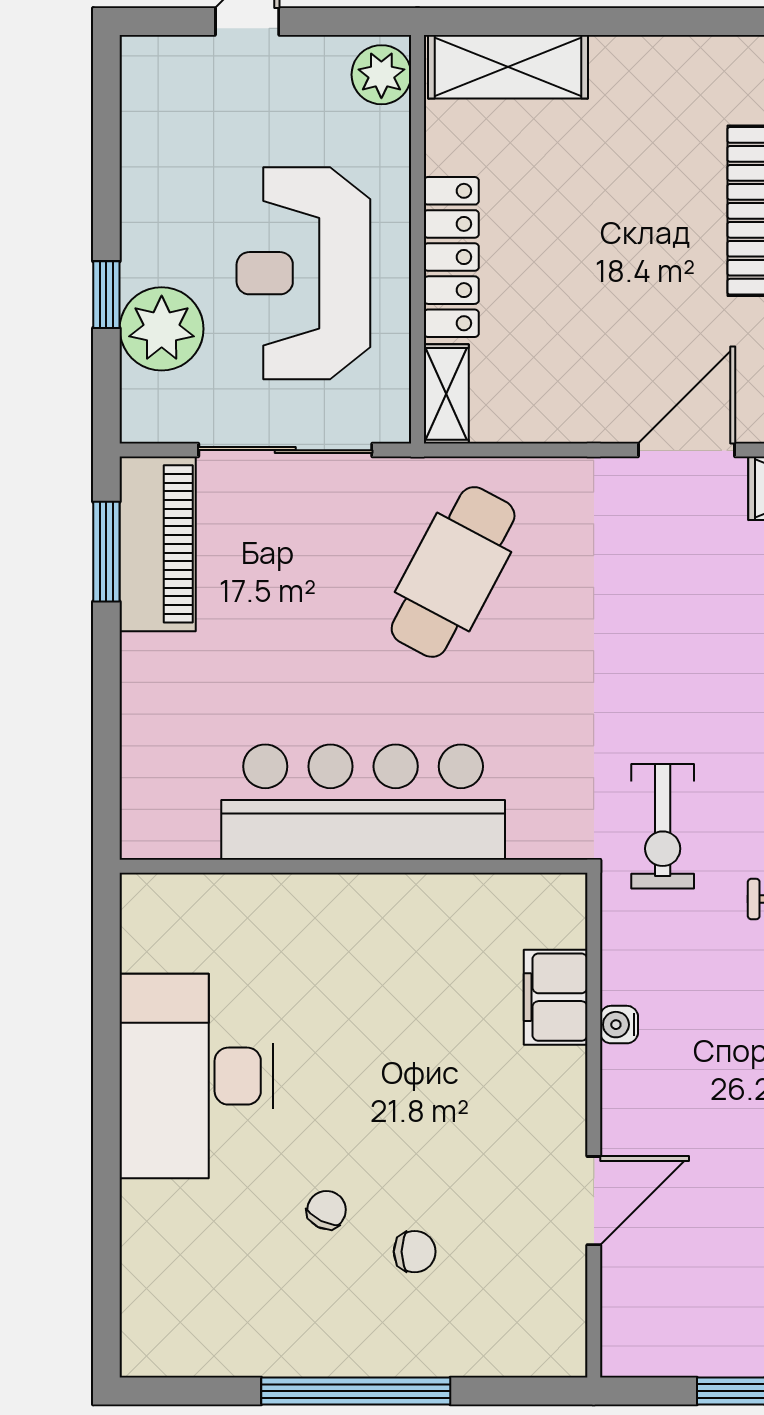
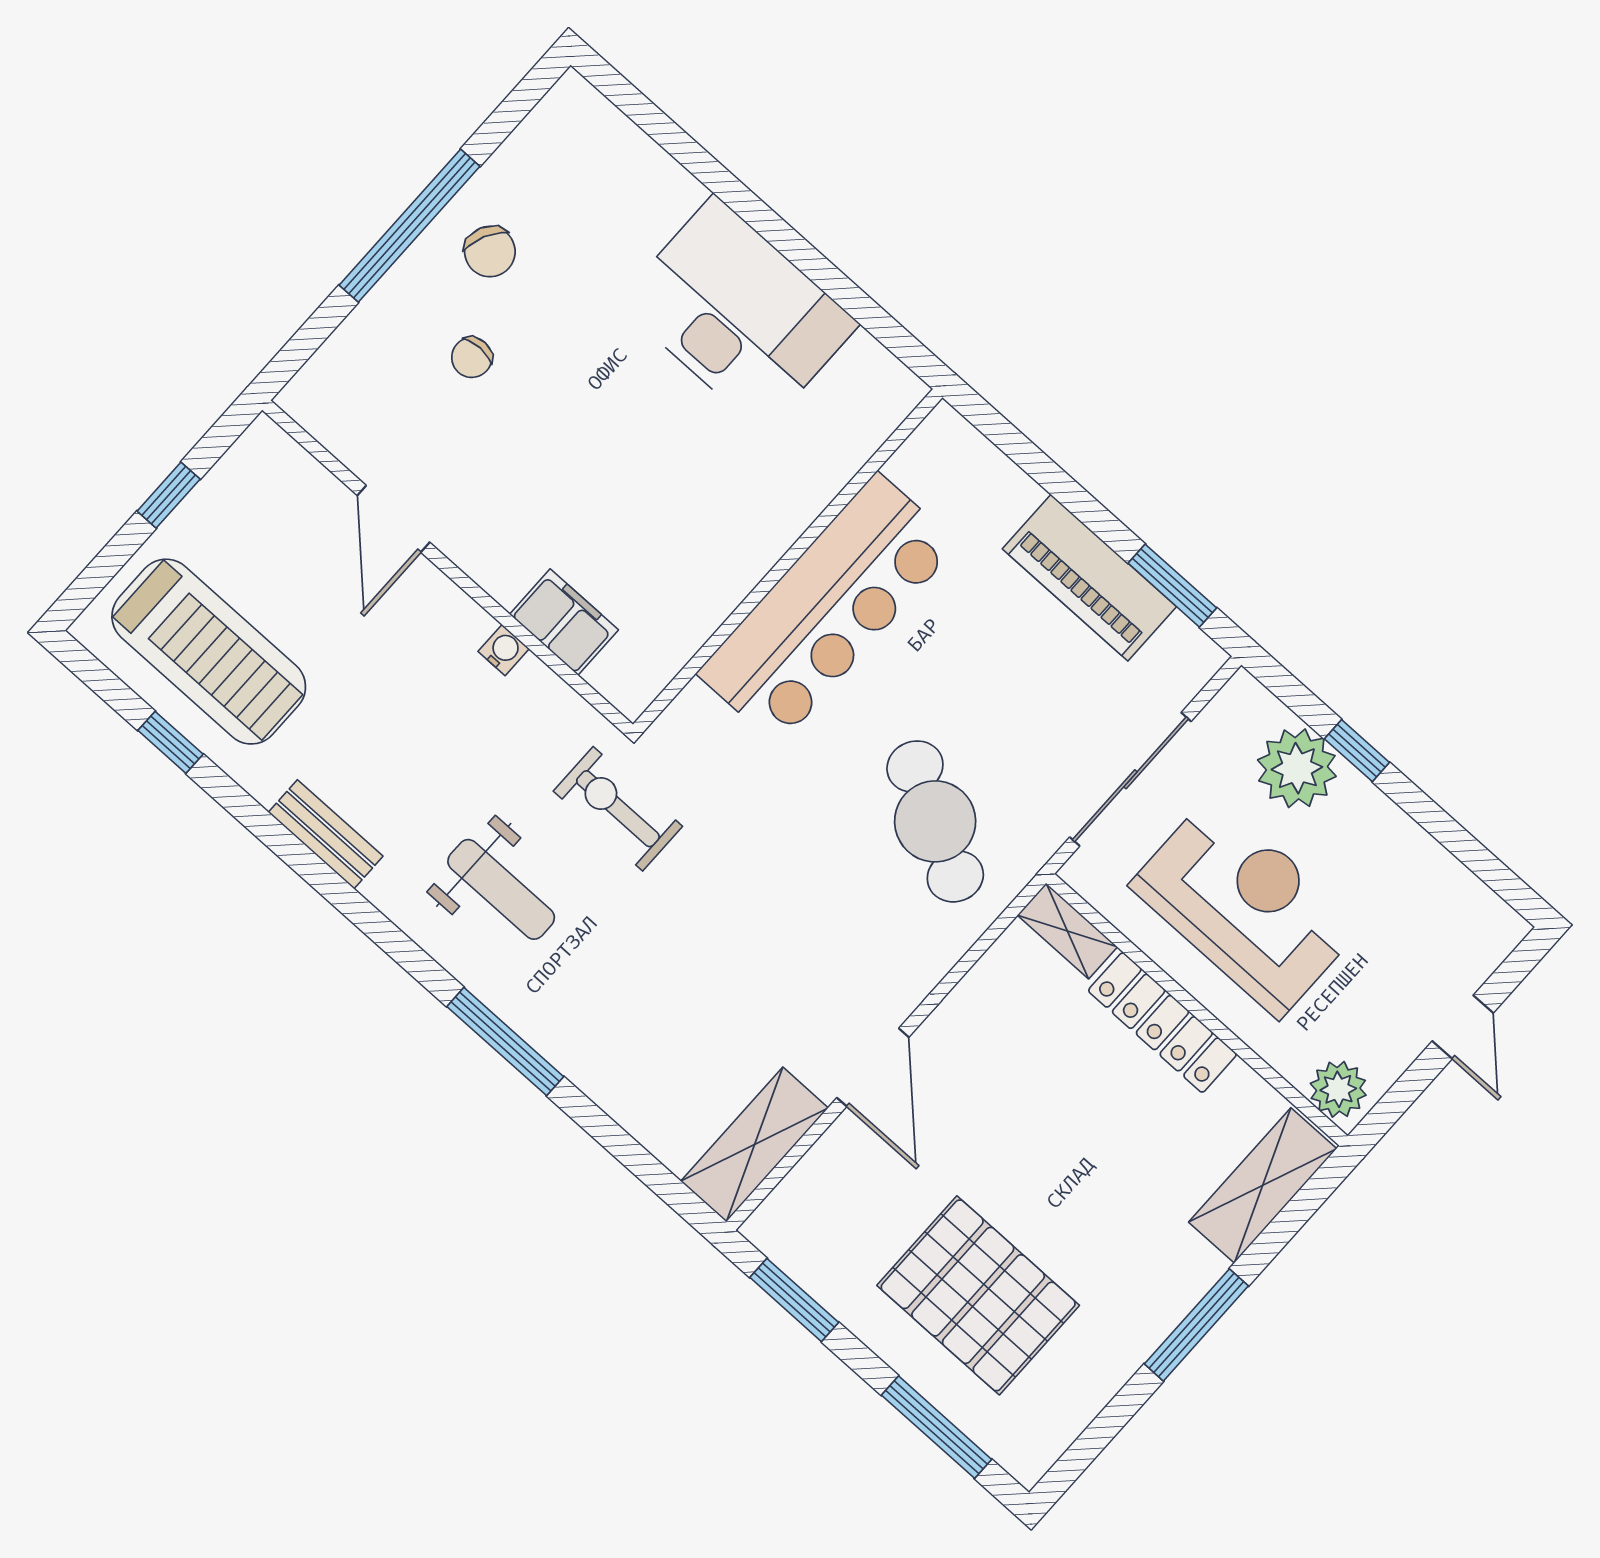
window: (662, 21) -> (1196, 1325), added
piano: (158, 544) -> (1089, 578), moved
chair: (327, 1210) -> (490, 252), moved, width x1.37, depth x1.37

